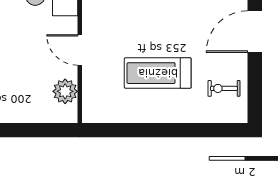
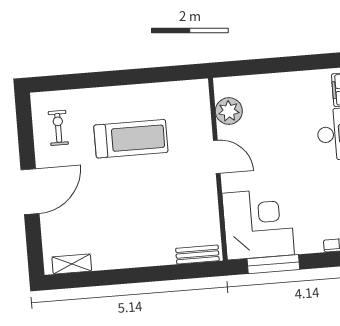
exercise bike: (224, 88) -> (58, 128), turned -90

